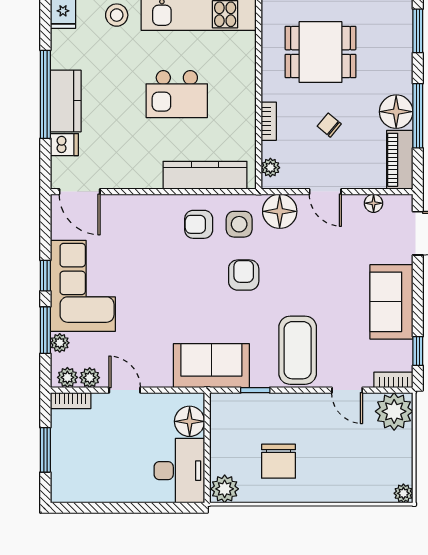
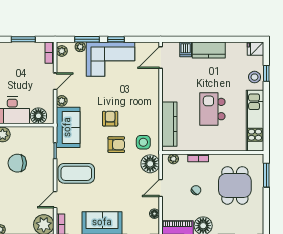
window: (45, 94) -> (212, 39), removed
armchair: (199, 224) -> (110, 119), moved
plant: (90, 378) -> (62, 101), moved

